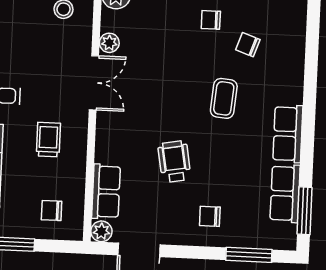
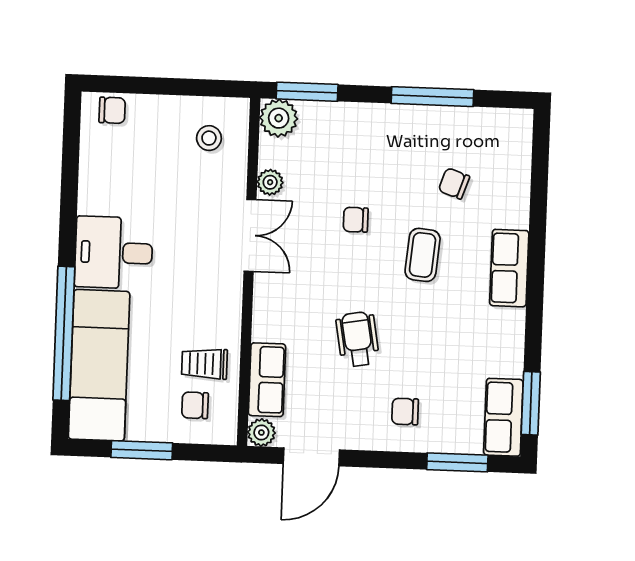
chair: (211, 20) -> (356, 220), moved
row of seats: (288, 134) -> (509, 268), moved
trolley: (48, 140) -> (204, 364), moved, turned -90
row of seats: (285, 193) -> (503, 417), moved

